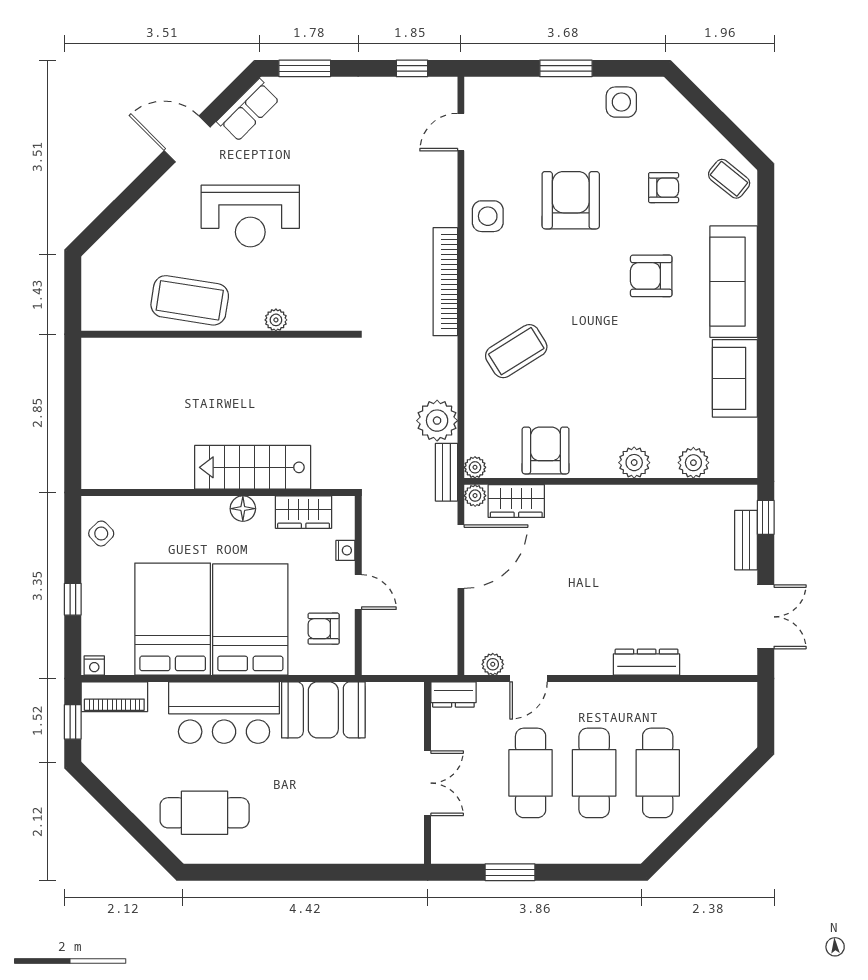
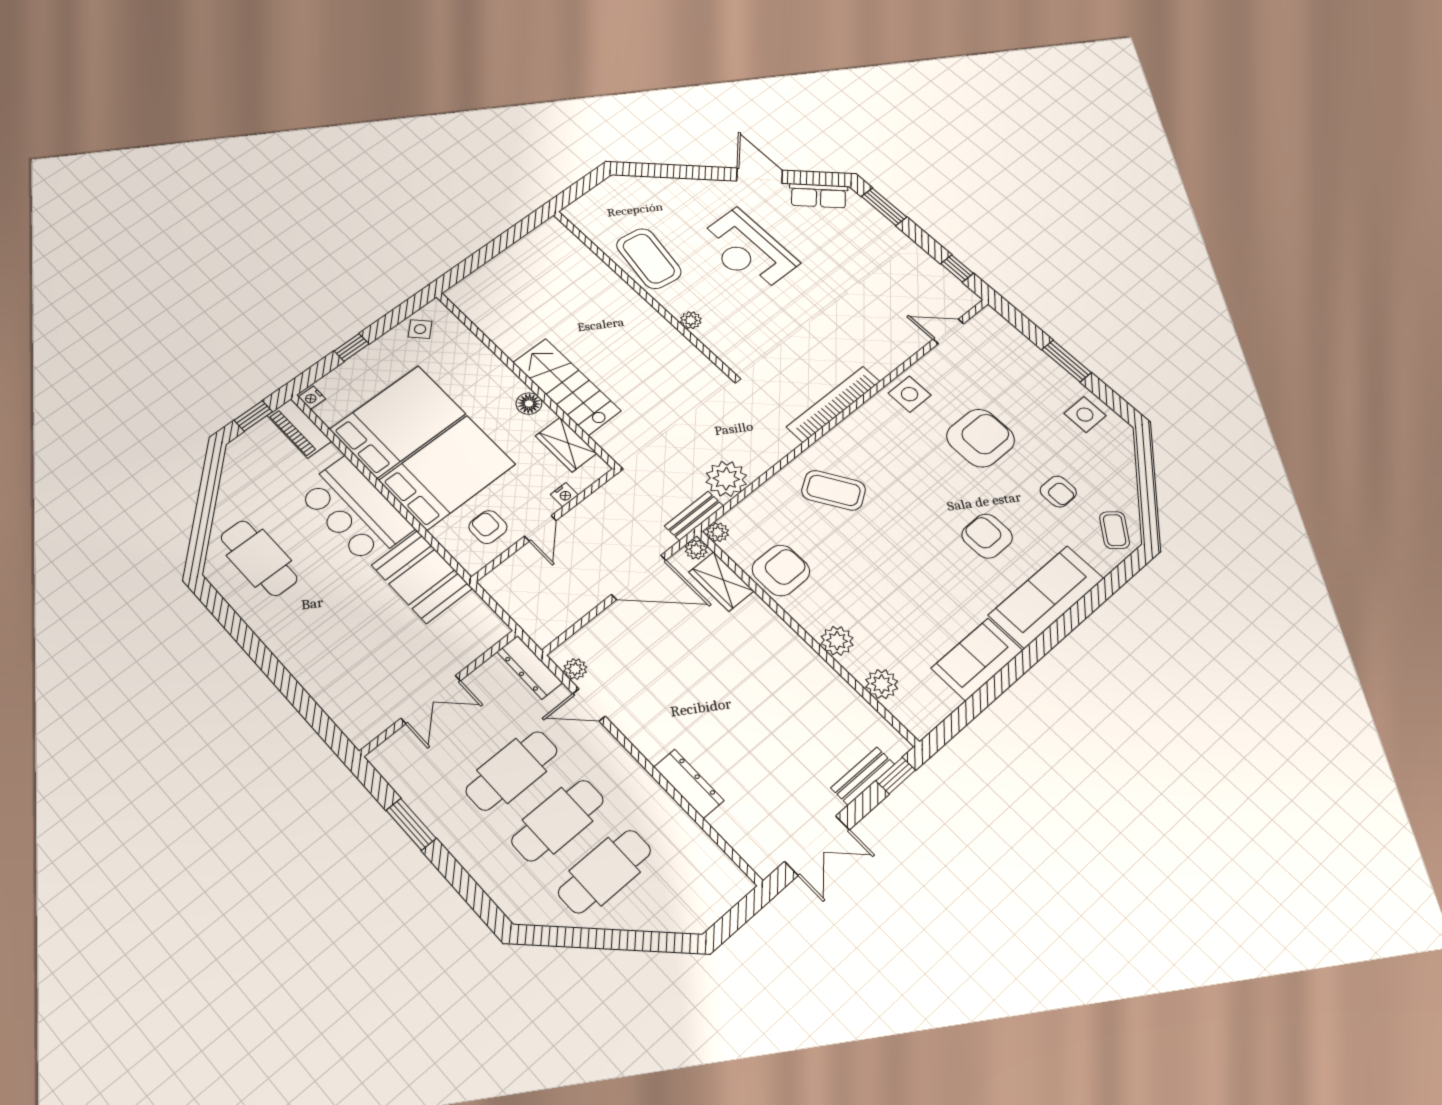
dresser: (453, 695) -> (530, 667), width x1.44

